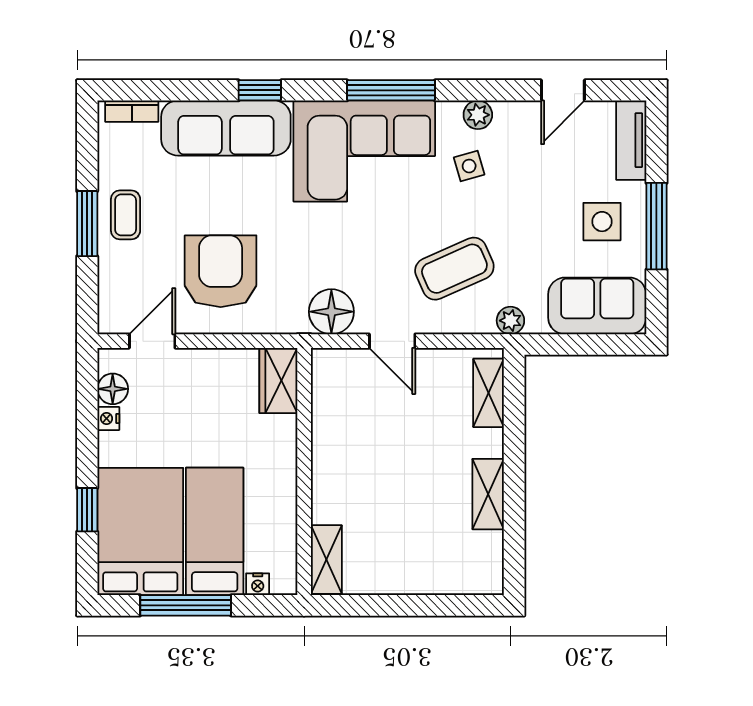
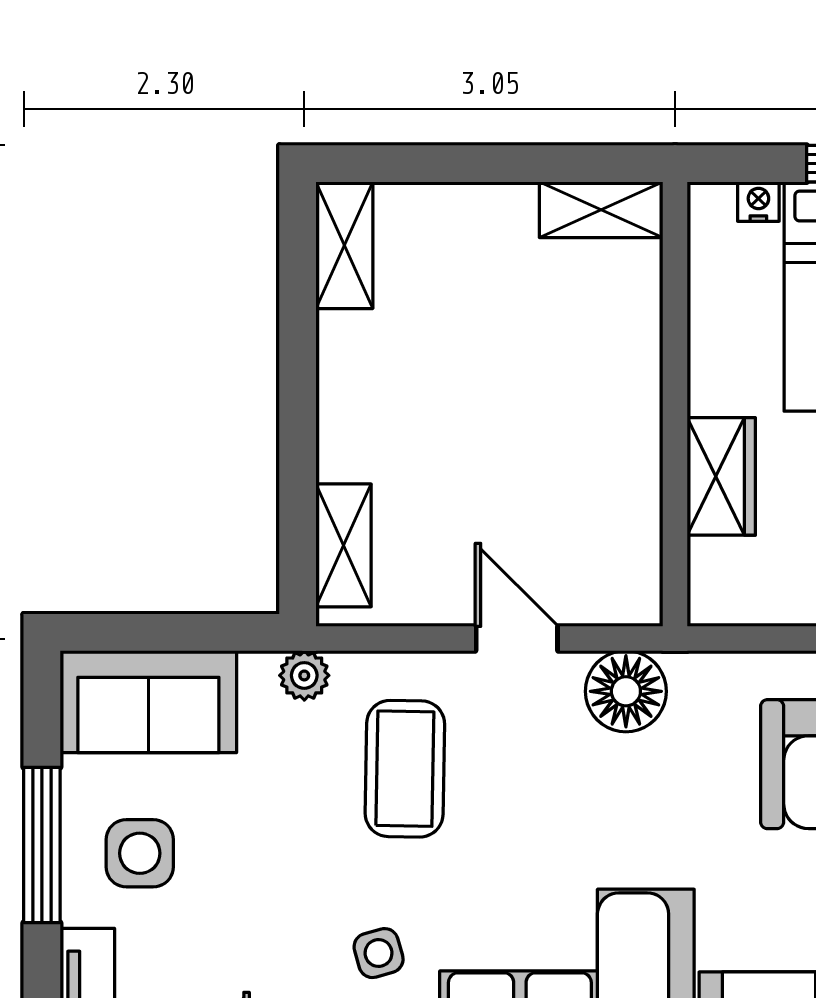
coffee table: (454, 269) -> (405, 769), turned -65
wardrobe: (278, 381) -> (721, 476), moved
shelving: (488, 494) -> (344, 245), moved
shelving: (326, 559) -> (601, 210), moved, turned 90

